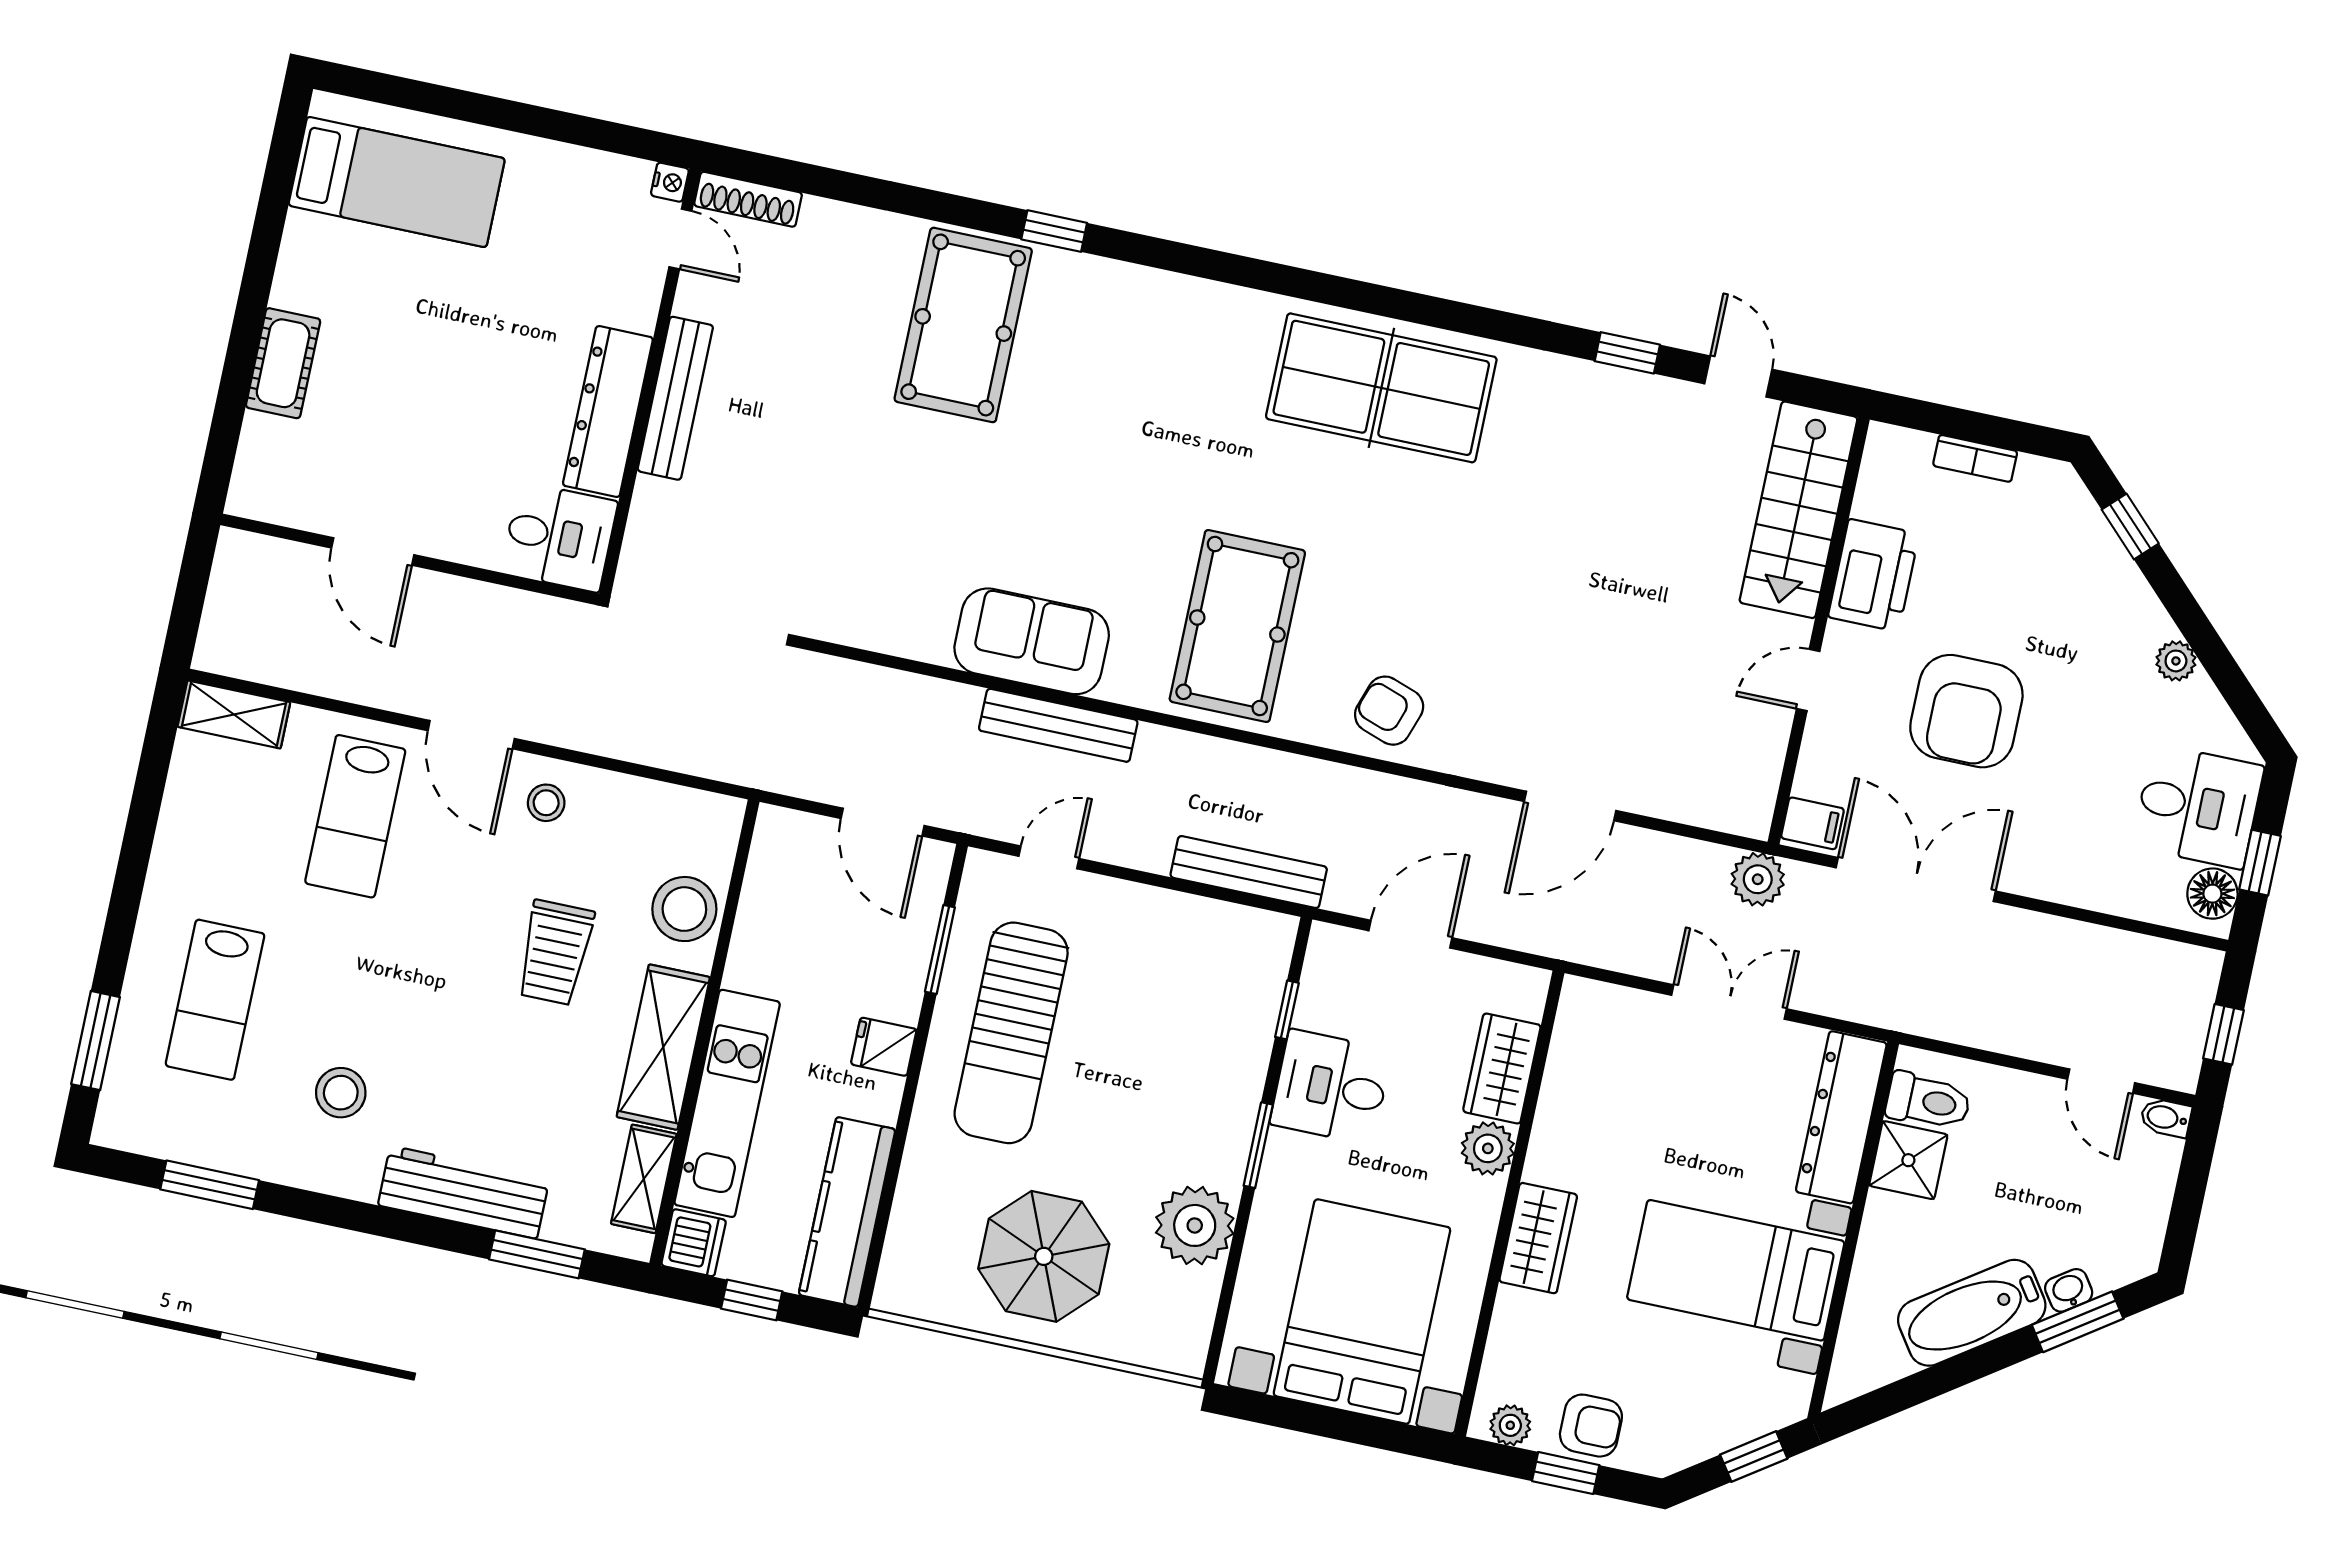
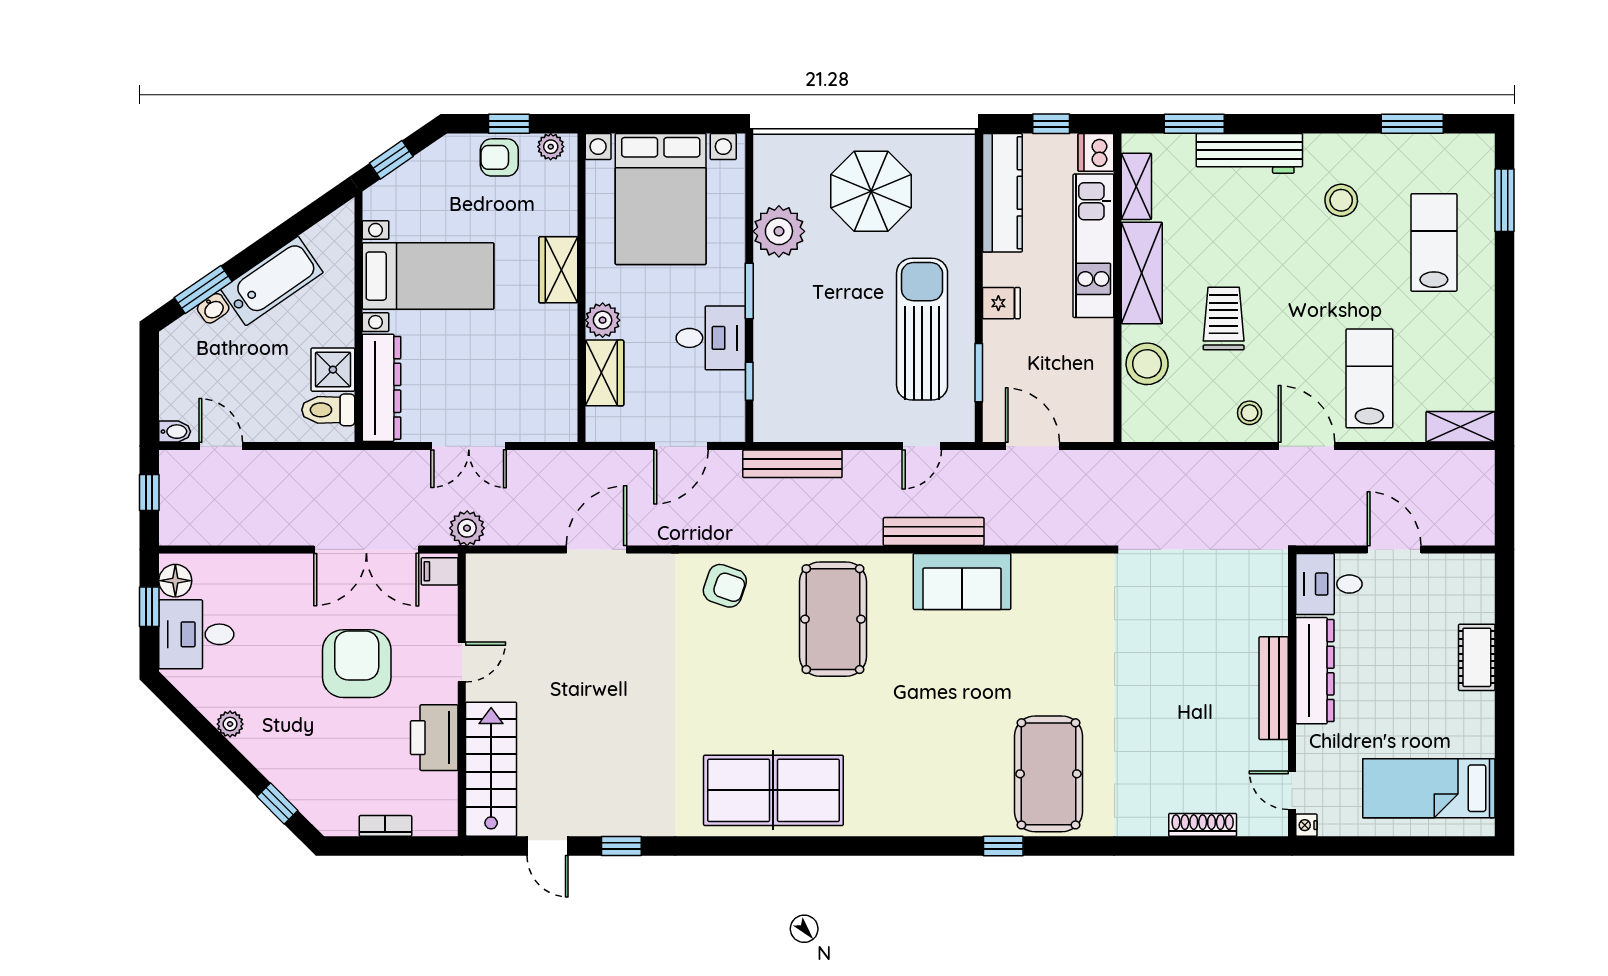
nightstand: (670, 182) -> (1306, 825), moved
door: (680, 239) -> (1292, 790), moved
wall: (650, 382) -> (1292, 695), moved
bench: (675, 398) -> (1274, 688), moved
dresser: (608, 412) -> (1315, 671), moved
desk: (559, 537) -> (1329, 584), moved

